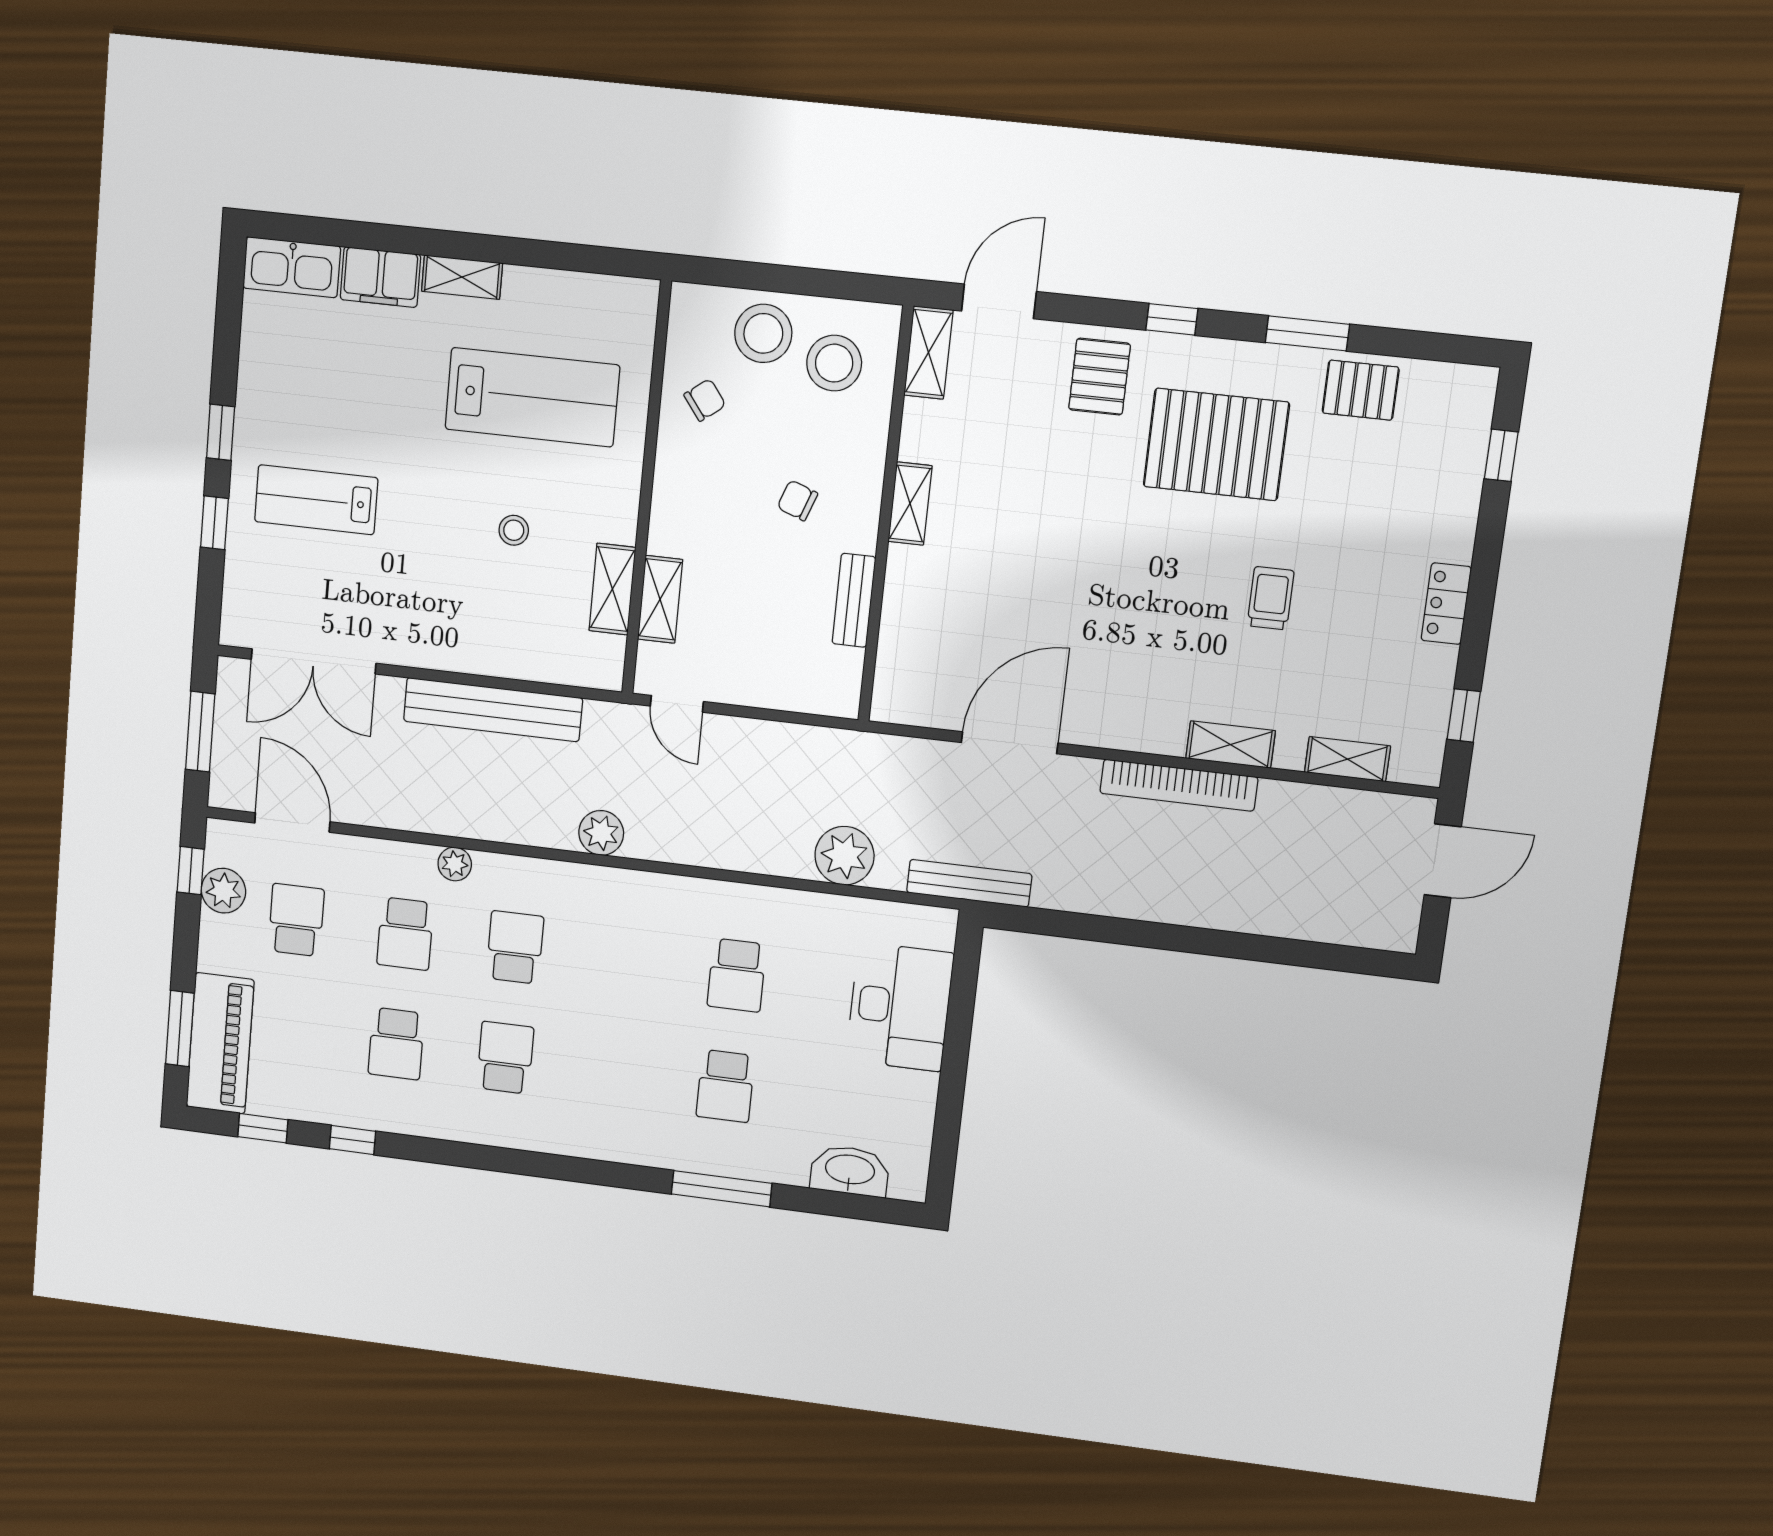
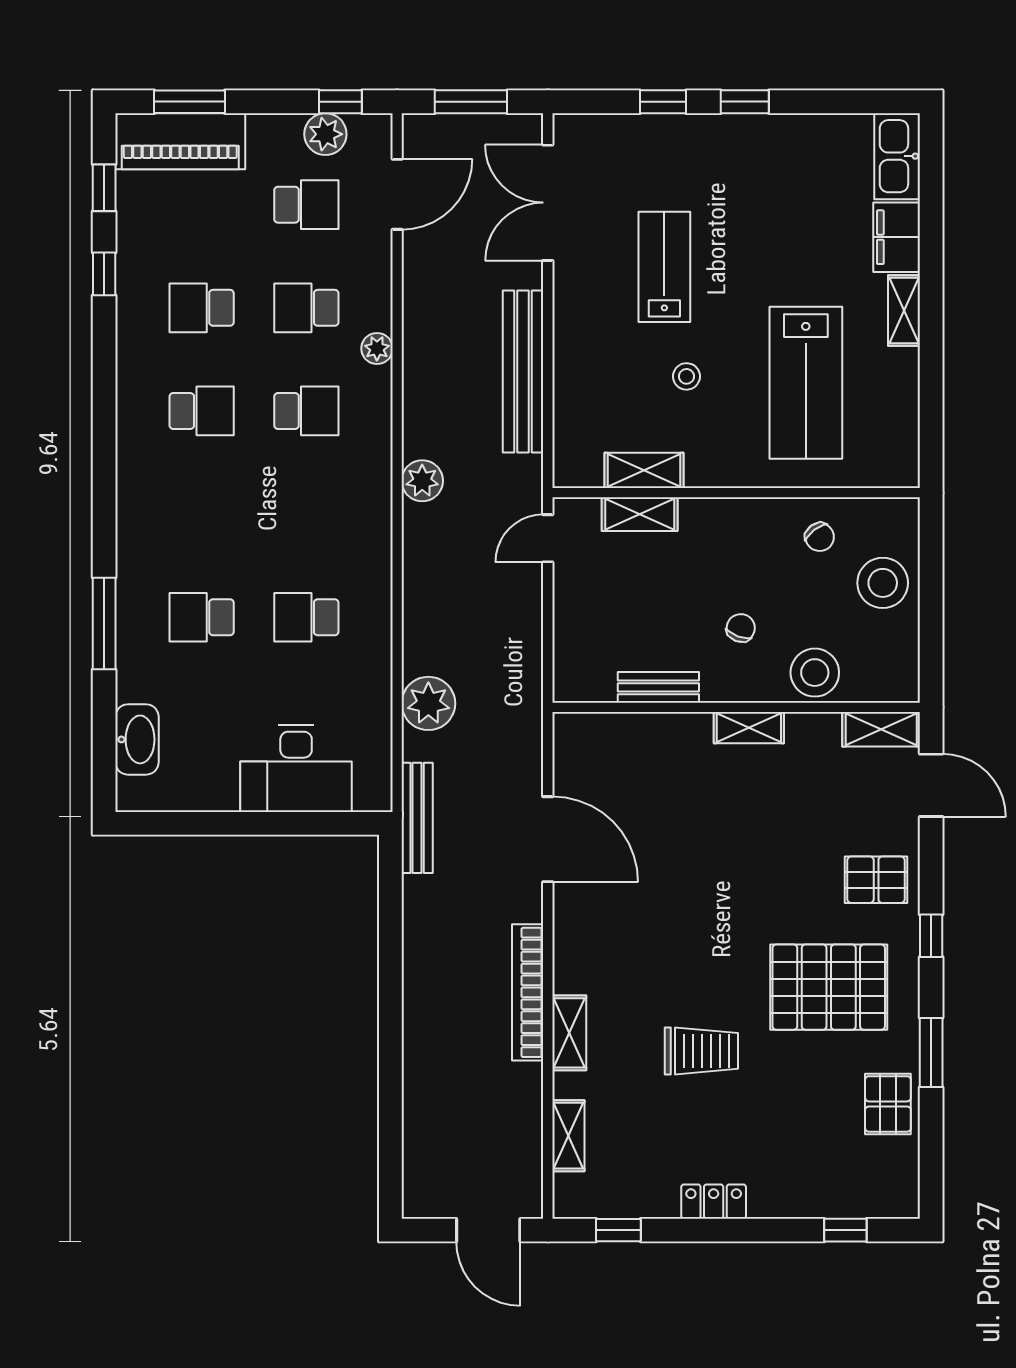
stool: (834, 363) -> (815, 673), moved
pallet: (1216, 444) -> (829, 987), turned 90
lab bench: (316, 500) -> (664, 267), moved
trolley: (1271, 598) -> (701, 1051), width x1.36, depth x1.39

